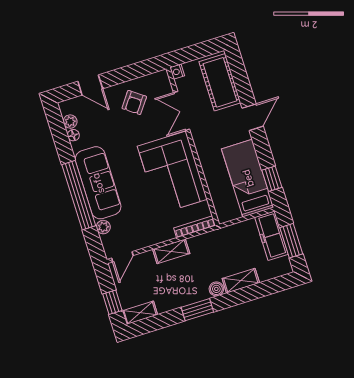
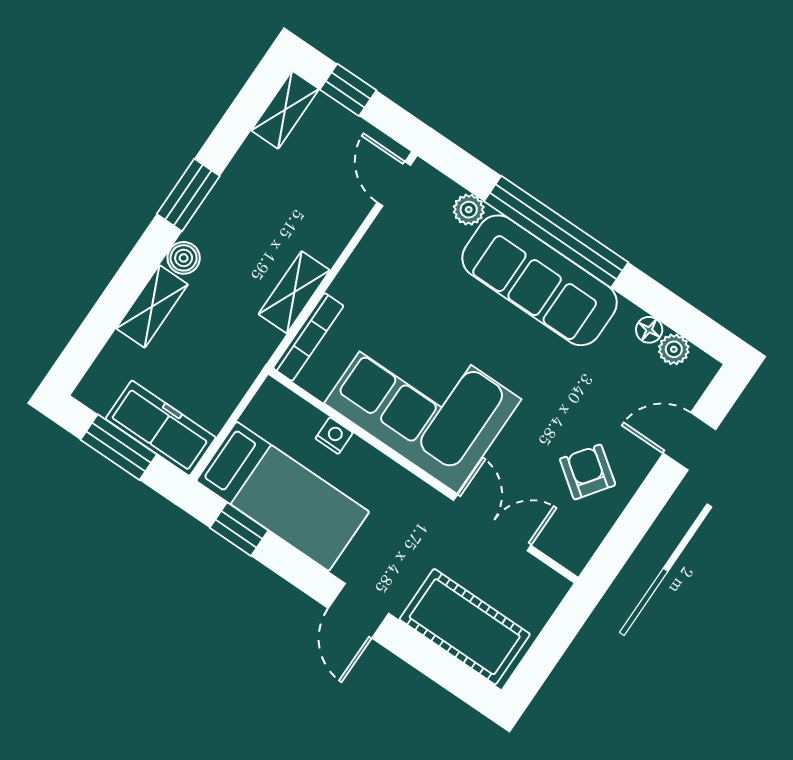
nightstand: (177, 72) -> (334, 436), moved
shelving: (171, 251) -> (294, 292), moved

